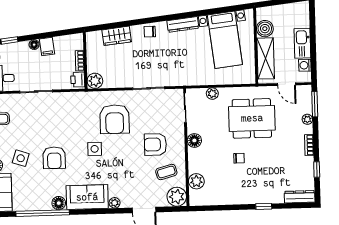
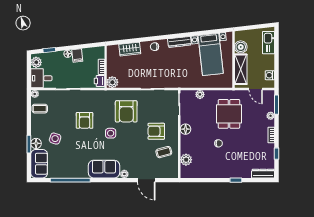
kitchen sink: (302, 43) -> (269, 43), moved
dining table: (252, 118) -> (229, 114), width x0.73
armchair: (54, 158) -> (85, 120), moved
plant: (177, 197) -> (171, 171), removed
floor lamp: (59, 203) -> (83, 173), removed

